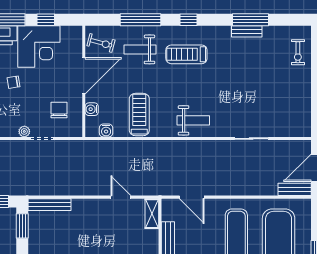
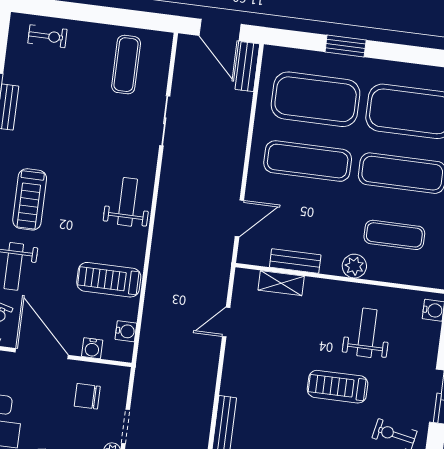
exercise mat: (286, 108) -> (126, 65), added
shelving: (152, 214) -> (281, 283), moved

